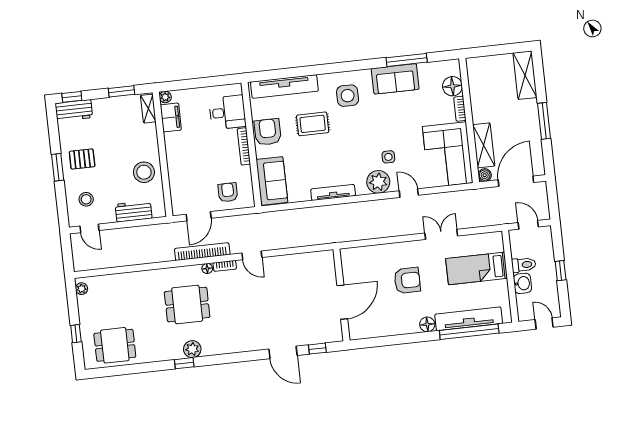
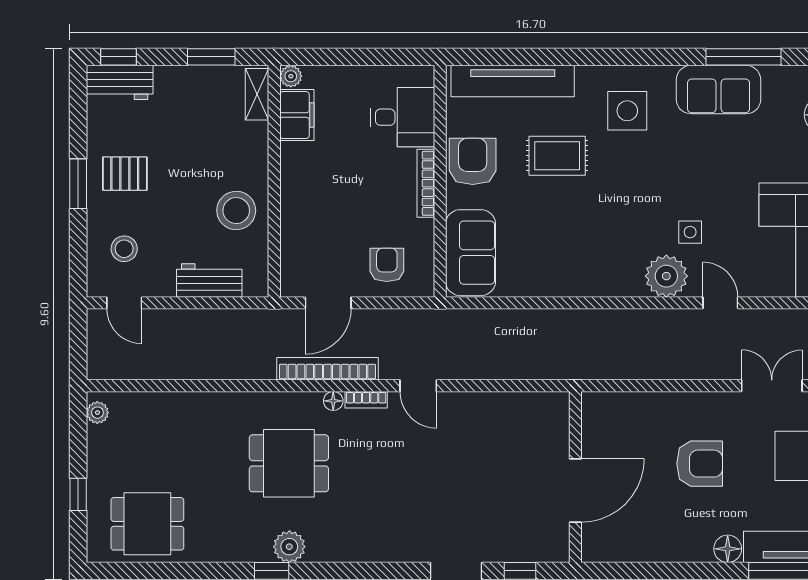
tv unit: (333, 192) -> (581, 286), removed

